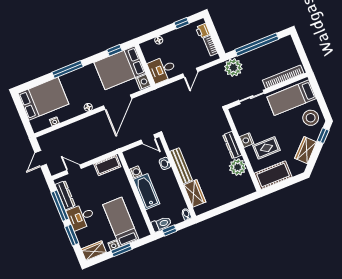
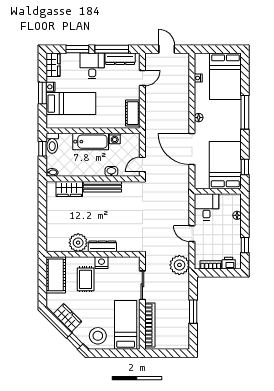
window: (257, 44) -> (193, 312), width x0.47
plant: (233, 68) -> (179, 265), moved
nightstand: (143, 82) -> (202, 183), removed

